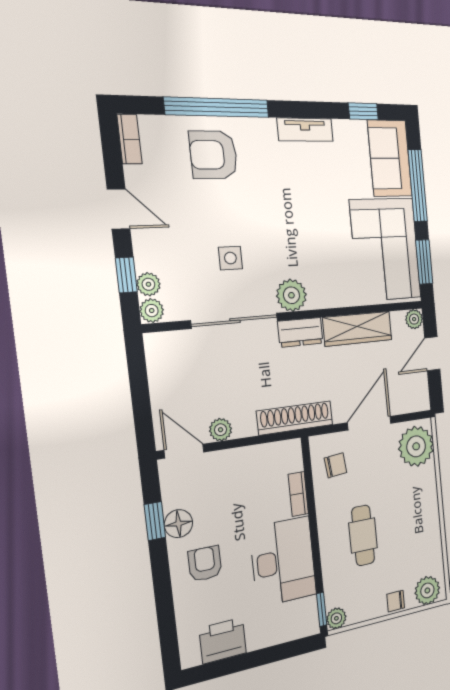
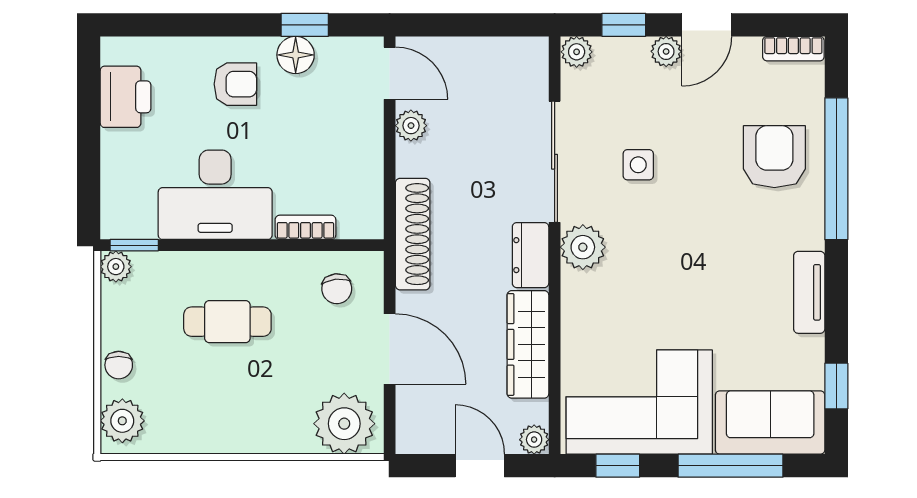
window: (424, 262) -> (618, 466), width x0.67
plant: (148, 284) -> (666, 51), moved
door: (184, 451) -> (390, 73), hinge flipped
chair: (396, 601) -> (119, 365), turned 180

